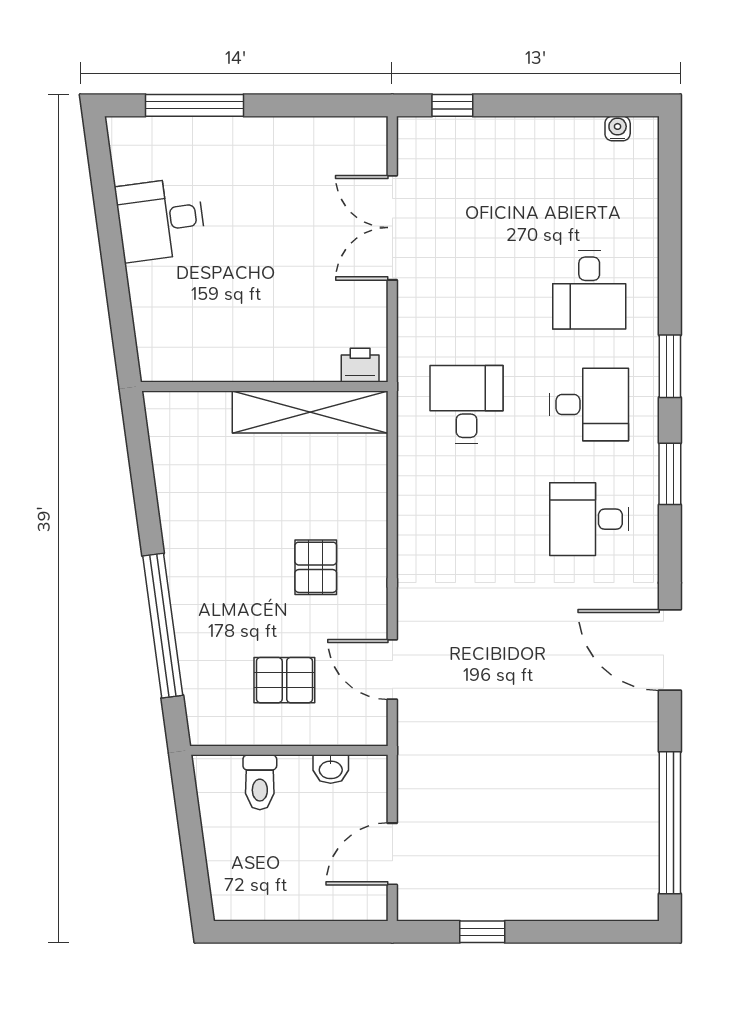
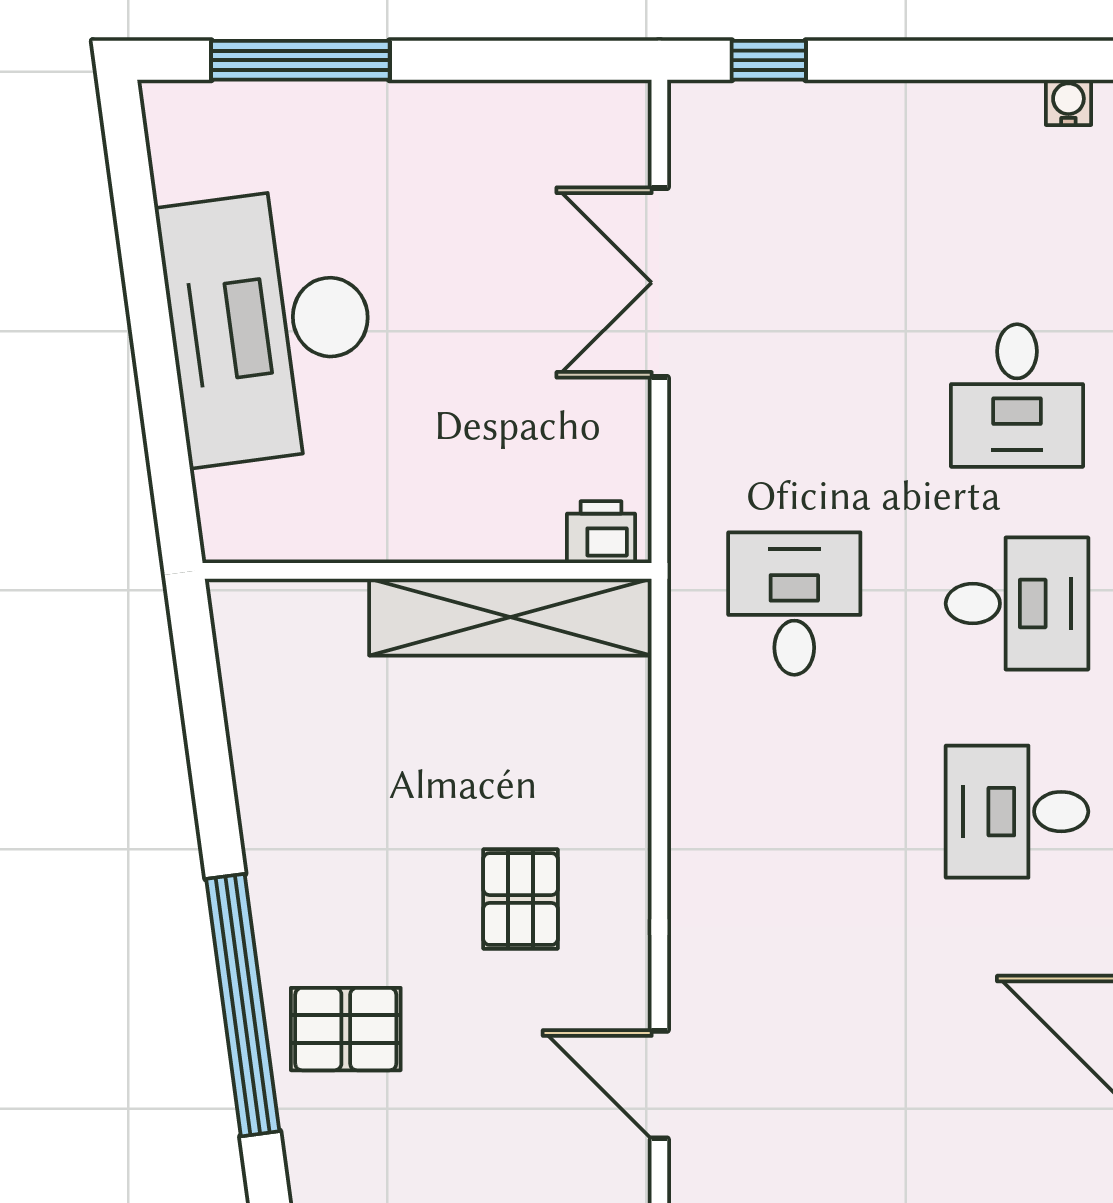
desk: (161, 220) -> (270, 325), width x1.87, depth x1.30
pallet: (284, 680) -> (346, 1029), moved

